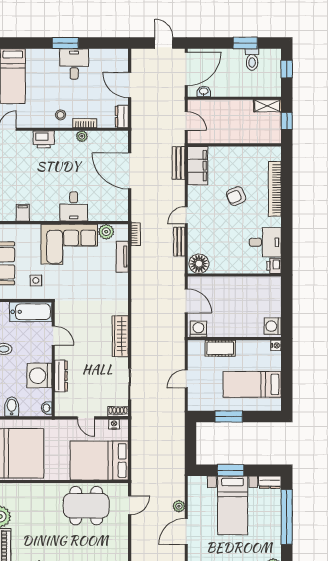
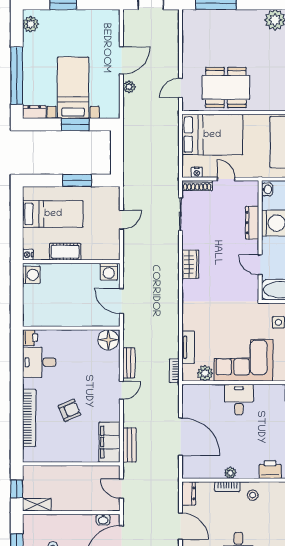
wardrobe: (120, 336) -> (190, 264), width x0.67
cot: (220, 348) -> (65, 252), moved
shoe rack: (118, 411) -> (197, 186), width x1.43

